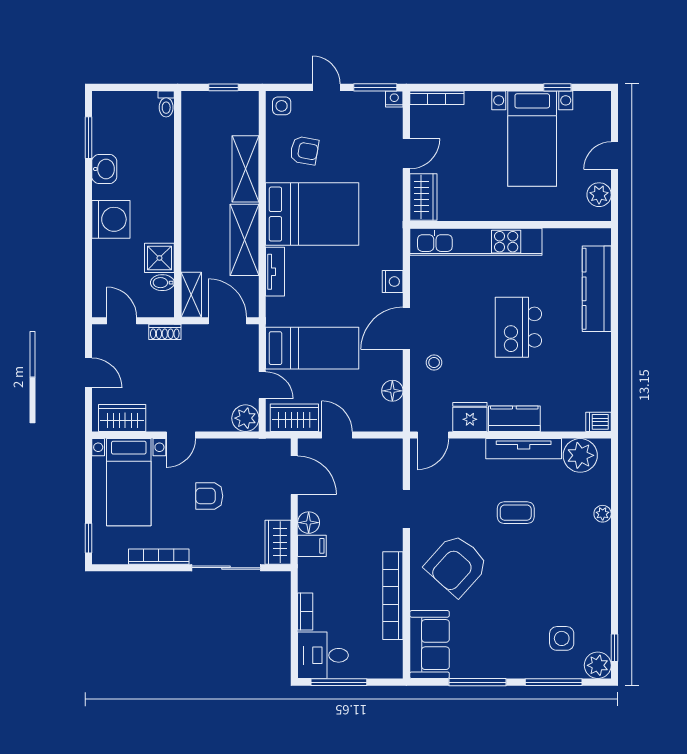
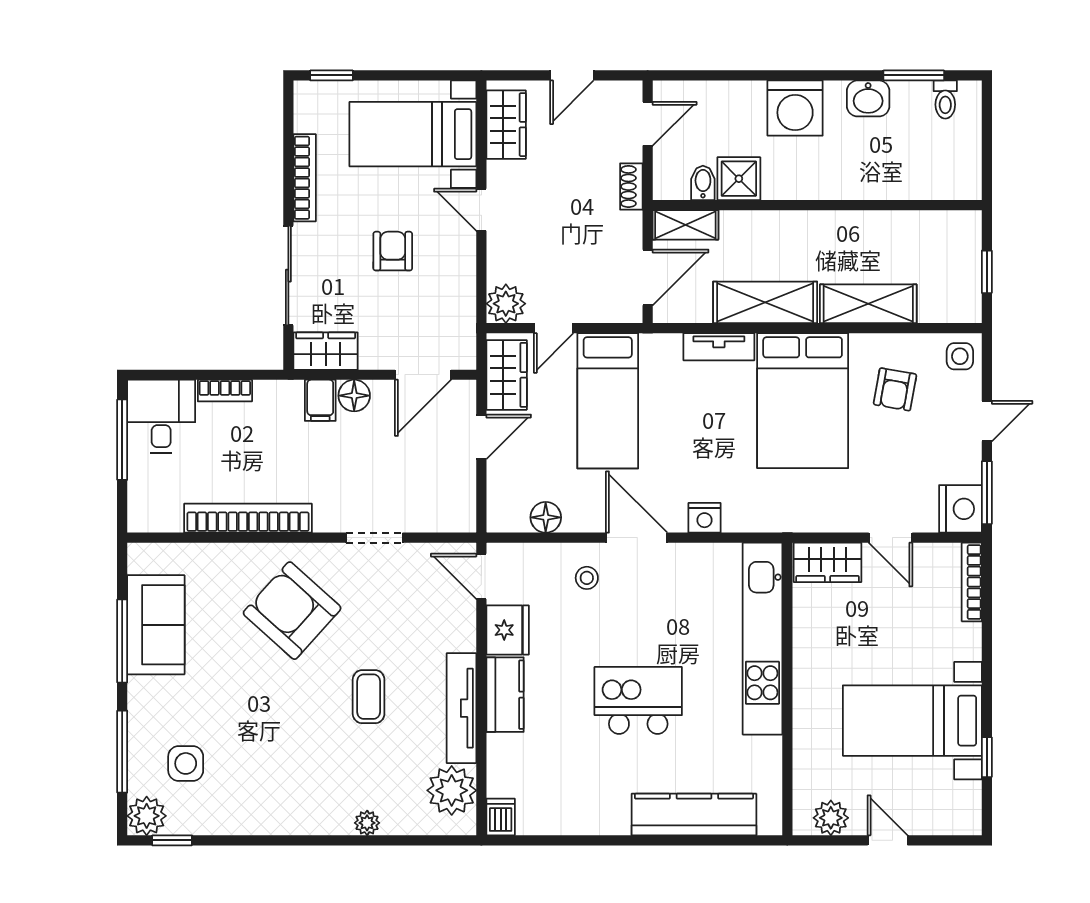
nightstand: (394, 99) -> (960, 509), width x1.89, depth x1.79
toilet: (166, 104) -> (945, 100), moved, turned -90
sofa: (430, 645) -> (156, 625), moved, turned -90

